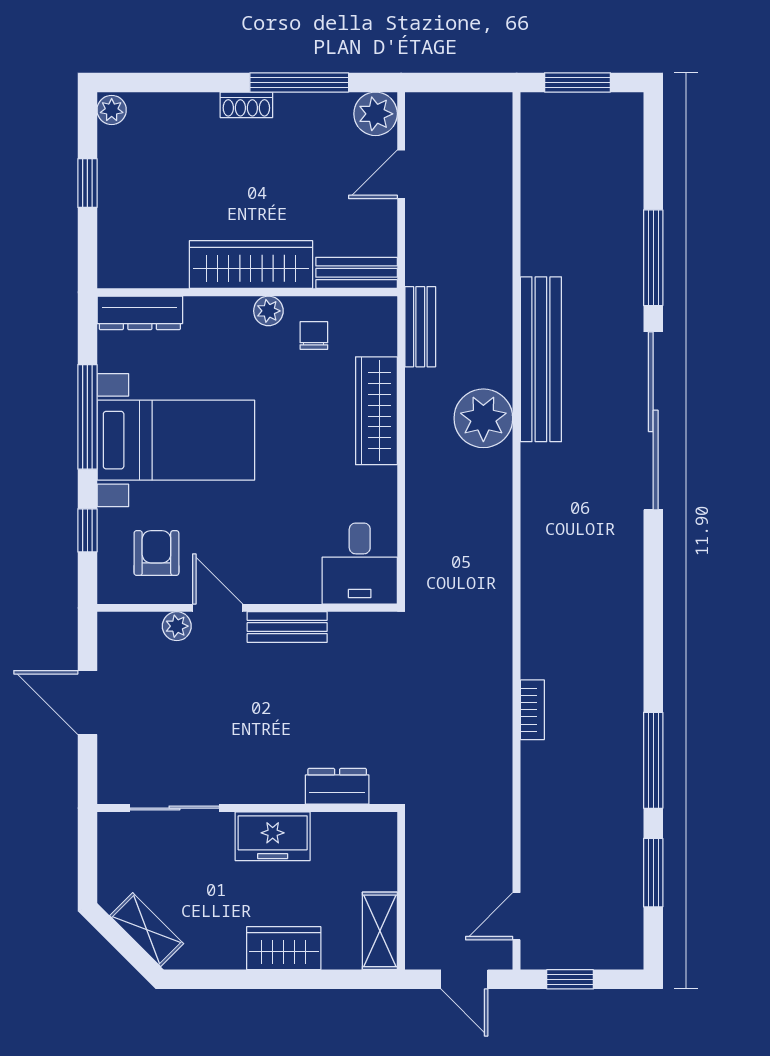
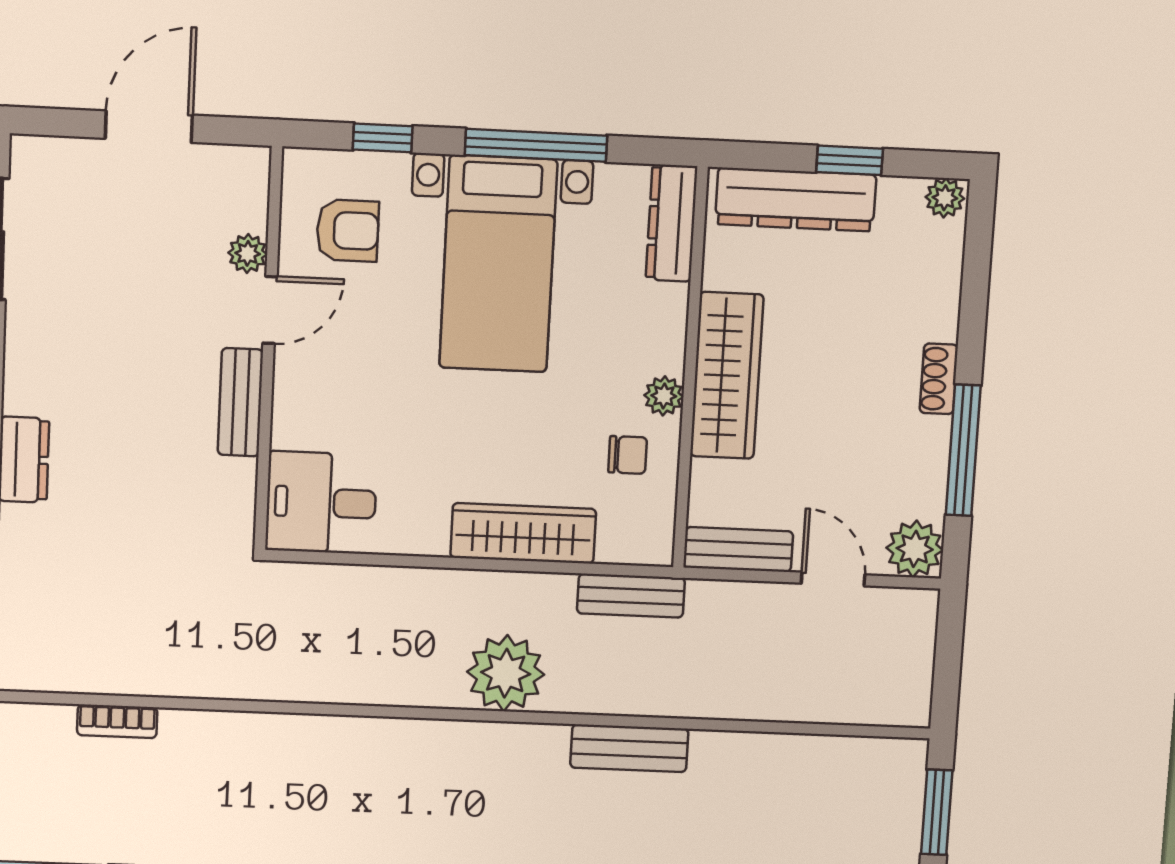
dresser: (118, 221) -> (796, 199), added
bench: (357, 273) -> (738, 549), moved, turned 90
bench: (541, 359) -> (629, 748), width x0.54, depth x0.82

